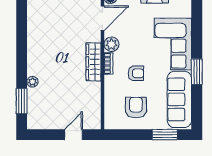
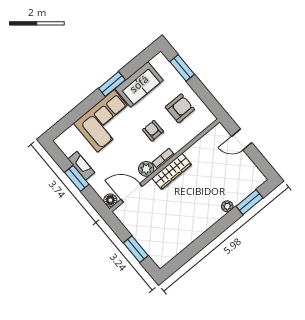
sofa: (179, 99) -> (139, 84), width x0.73
armchair: (136, 108) -> (180, 108), turned 180

